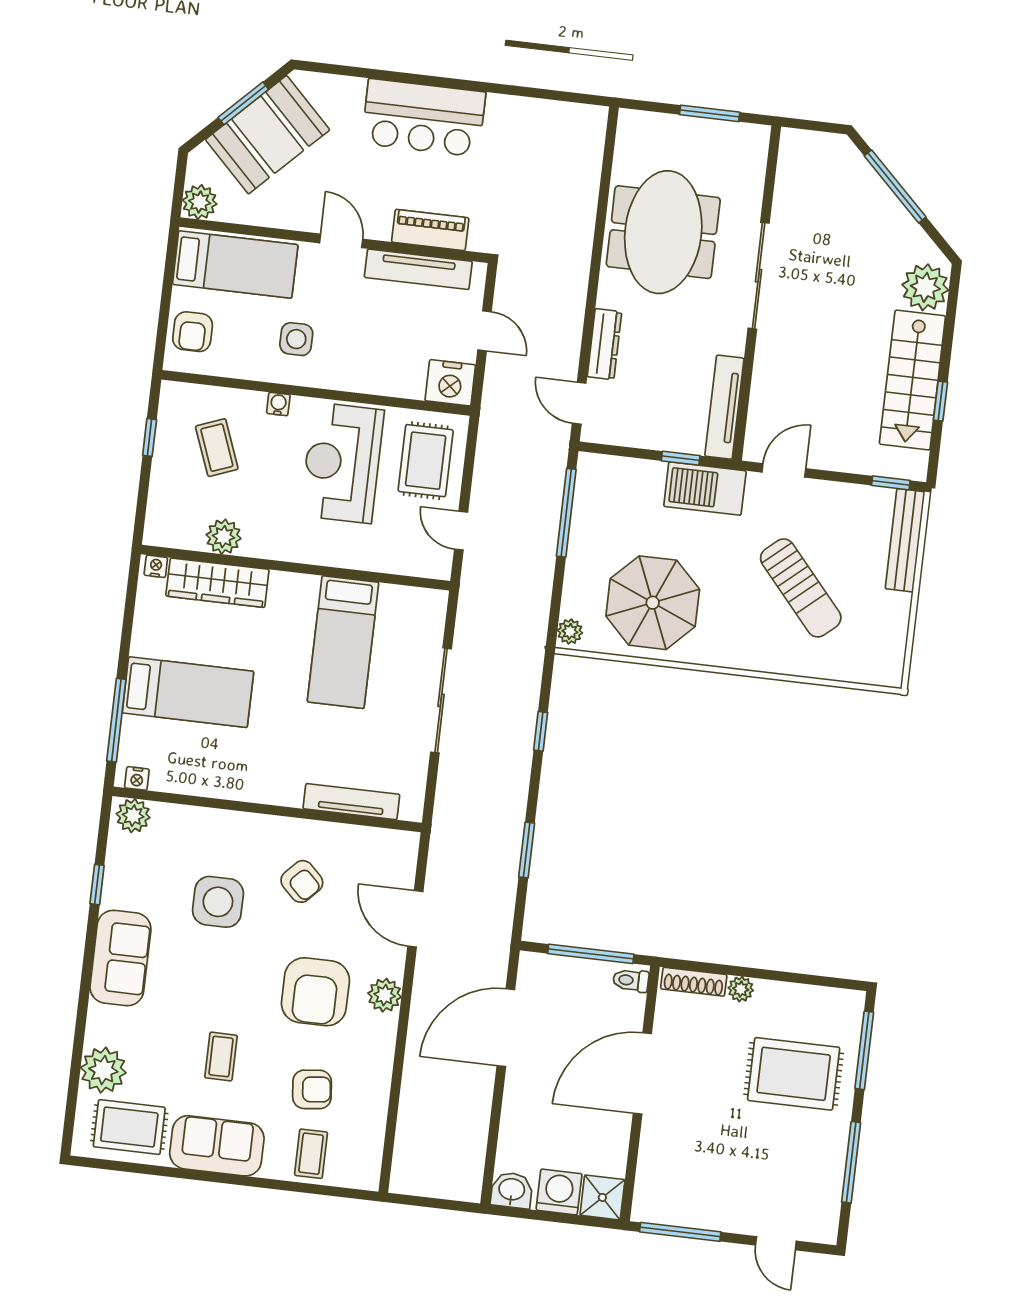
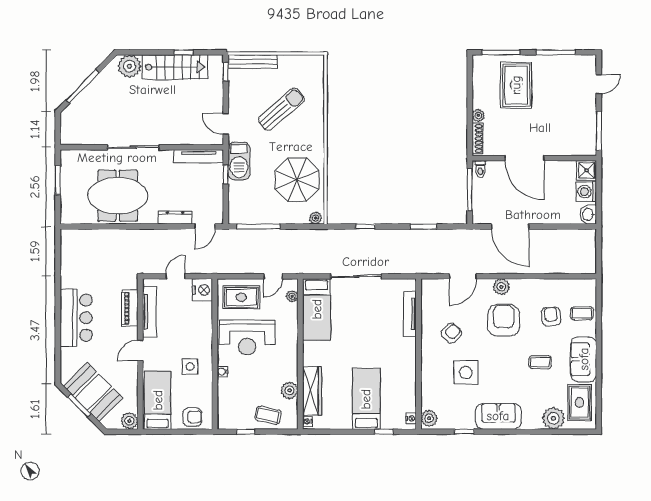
coffee table: (217, 448) -> (268, 415), moved, turned 33
plant: (416, 565) -> (292, 296), added
bed: (343, 642) -> (317, 309), moved, turned 90
window: (116, 720) -> (384, 432), width x0.46
armchair: (315, 992) -> (504, 320), turned -90

